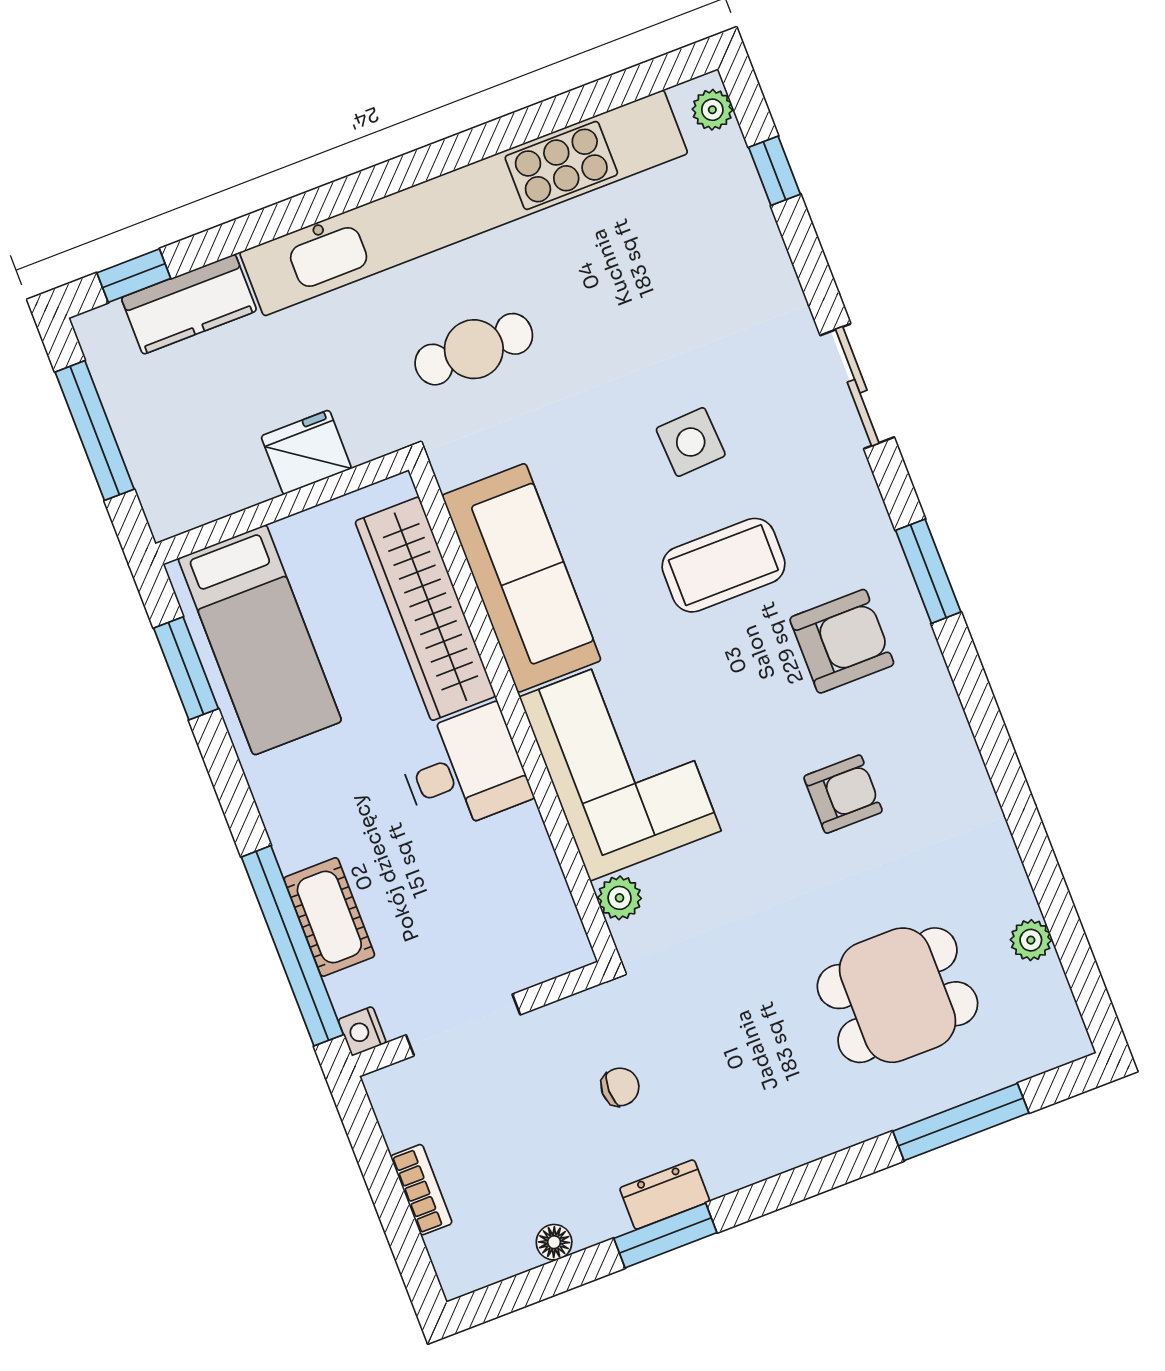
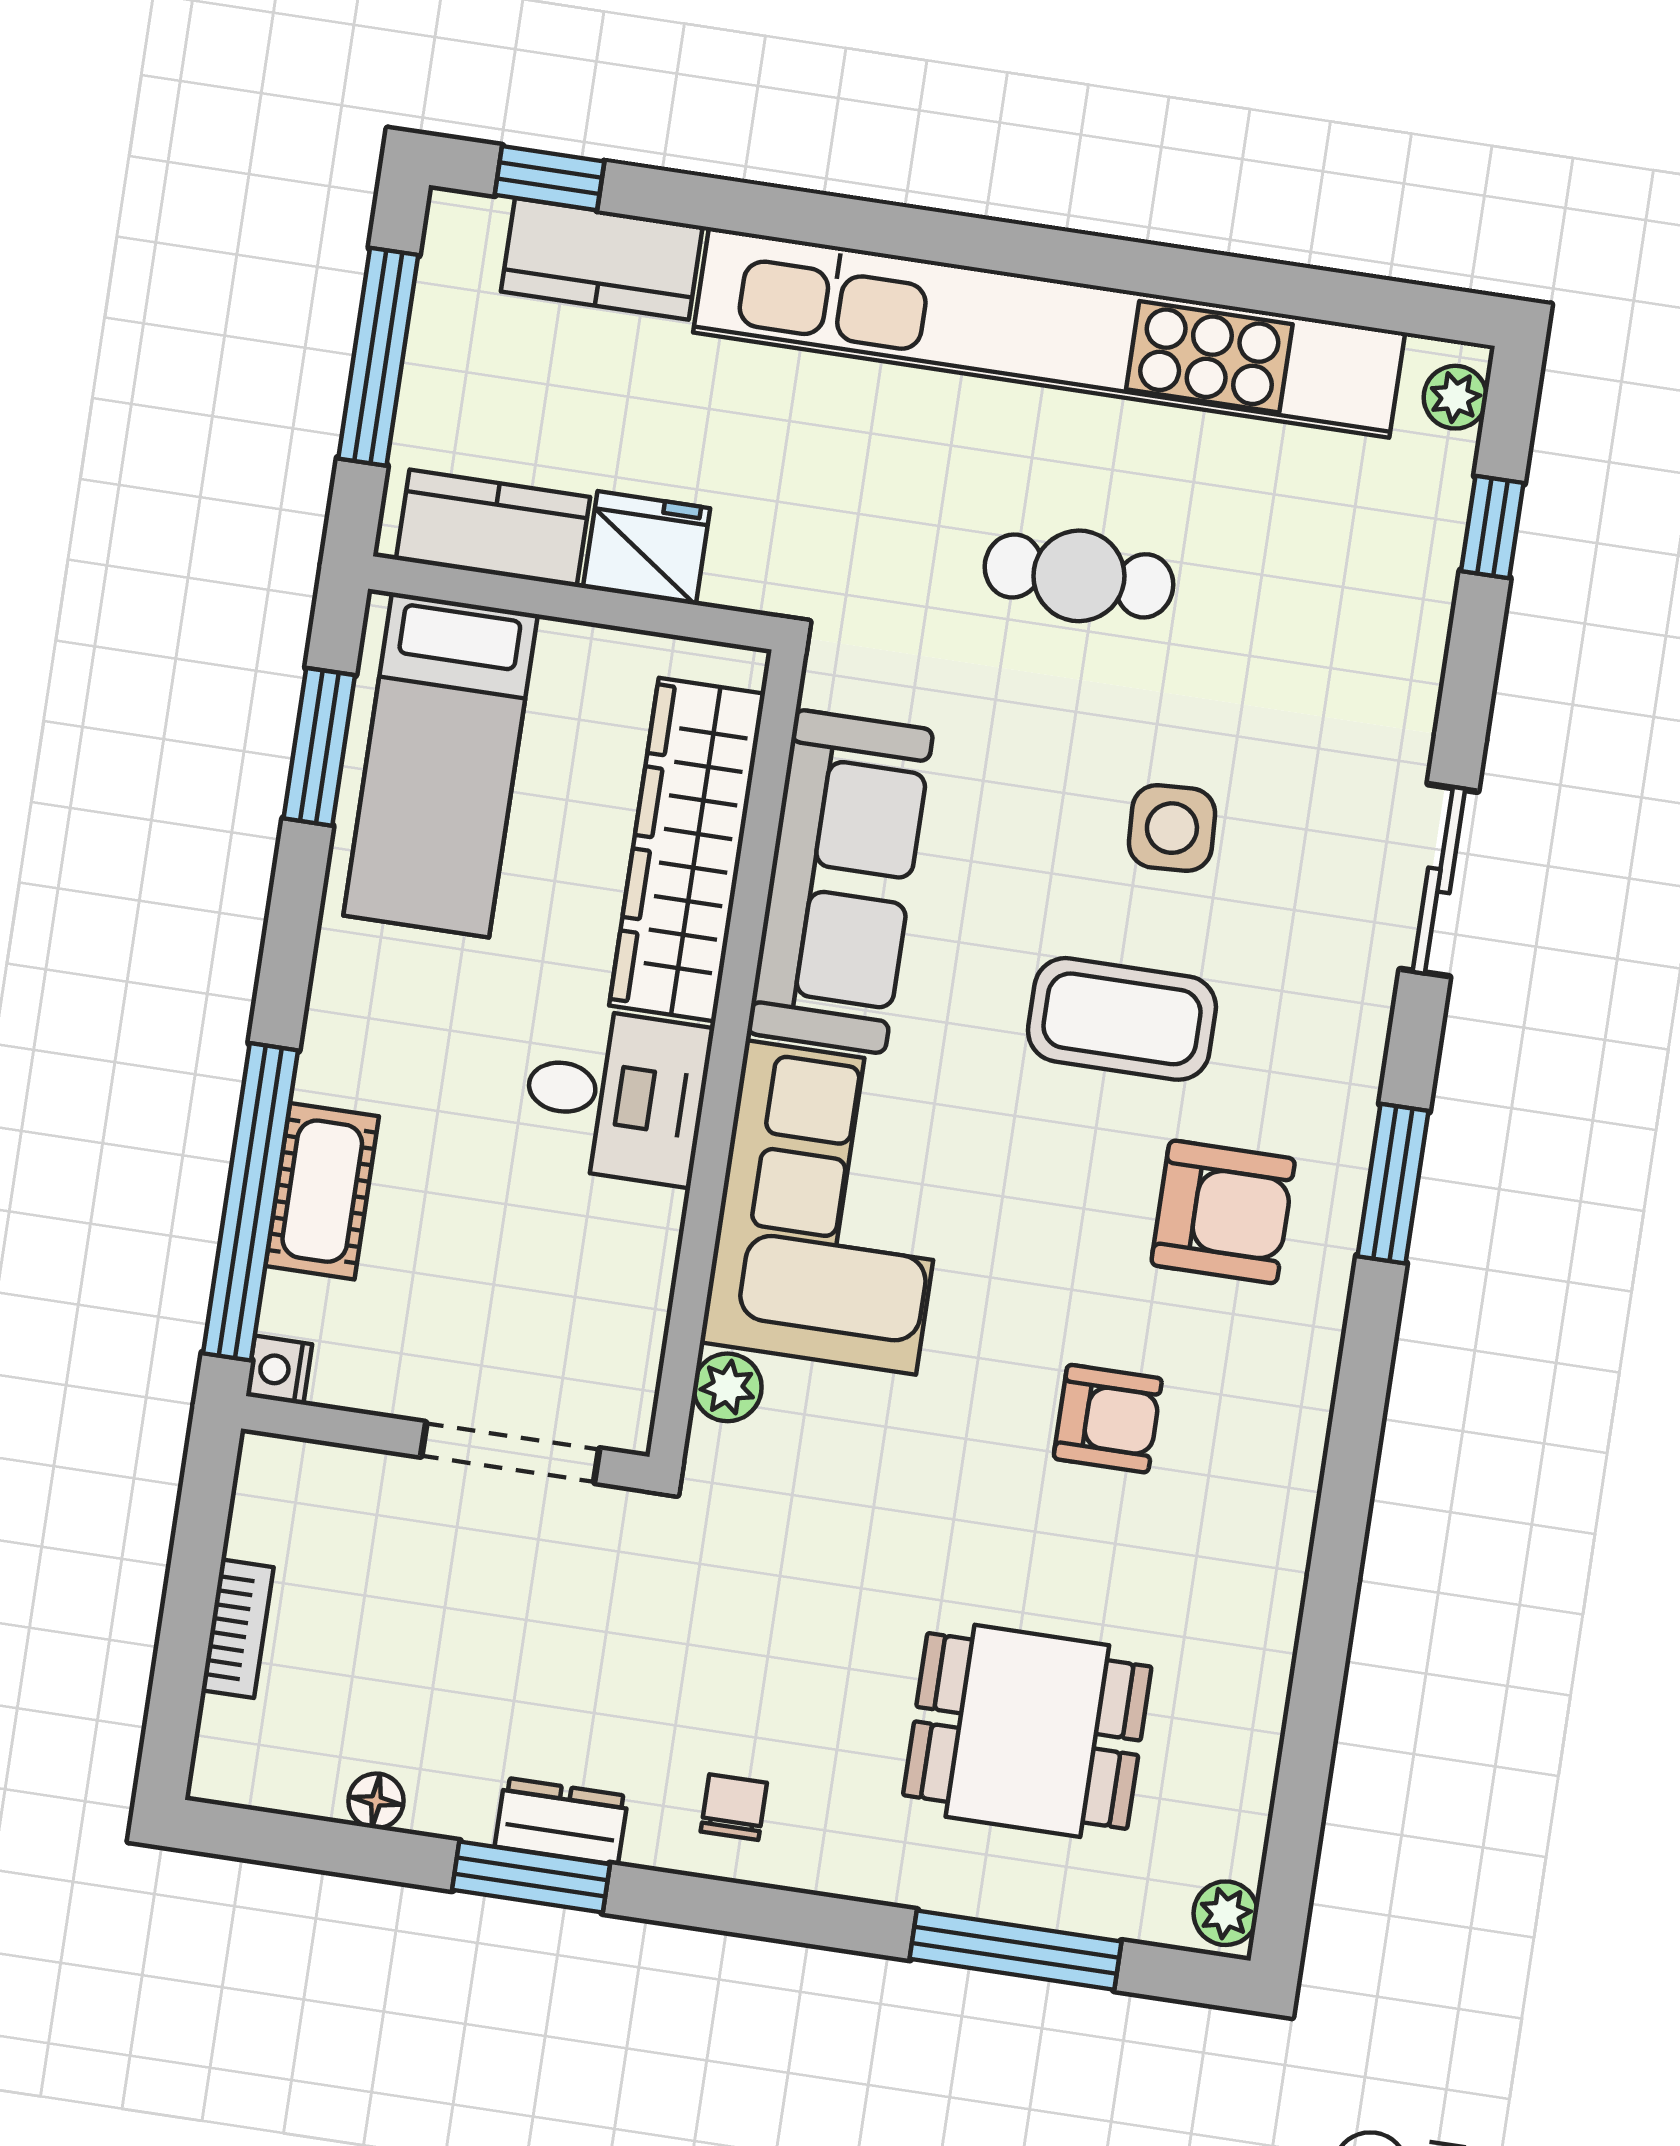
cafe table: (474, 349) -> (1079, 576), moved
kitchen counter: (214, 490) -> (493, 528), added
plant: (1031, 940) -> (1226, 1913), moved
doorway: (463, 1025) -> (510, 1453), moved
chair: (620, 1087) -> (734, 1807), moved, turned -90

